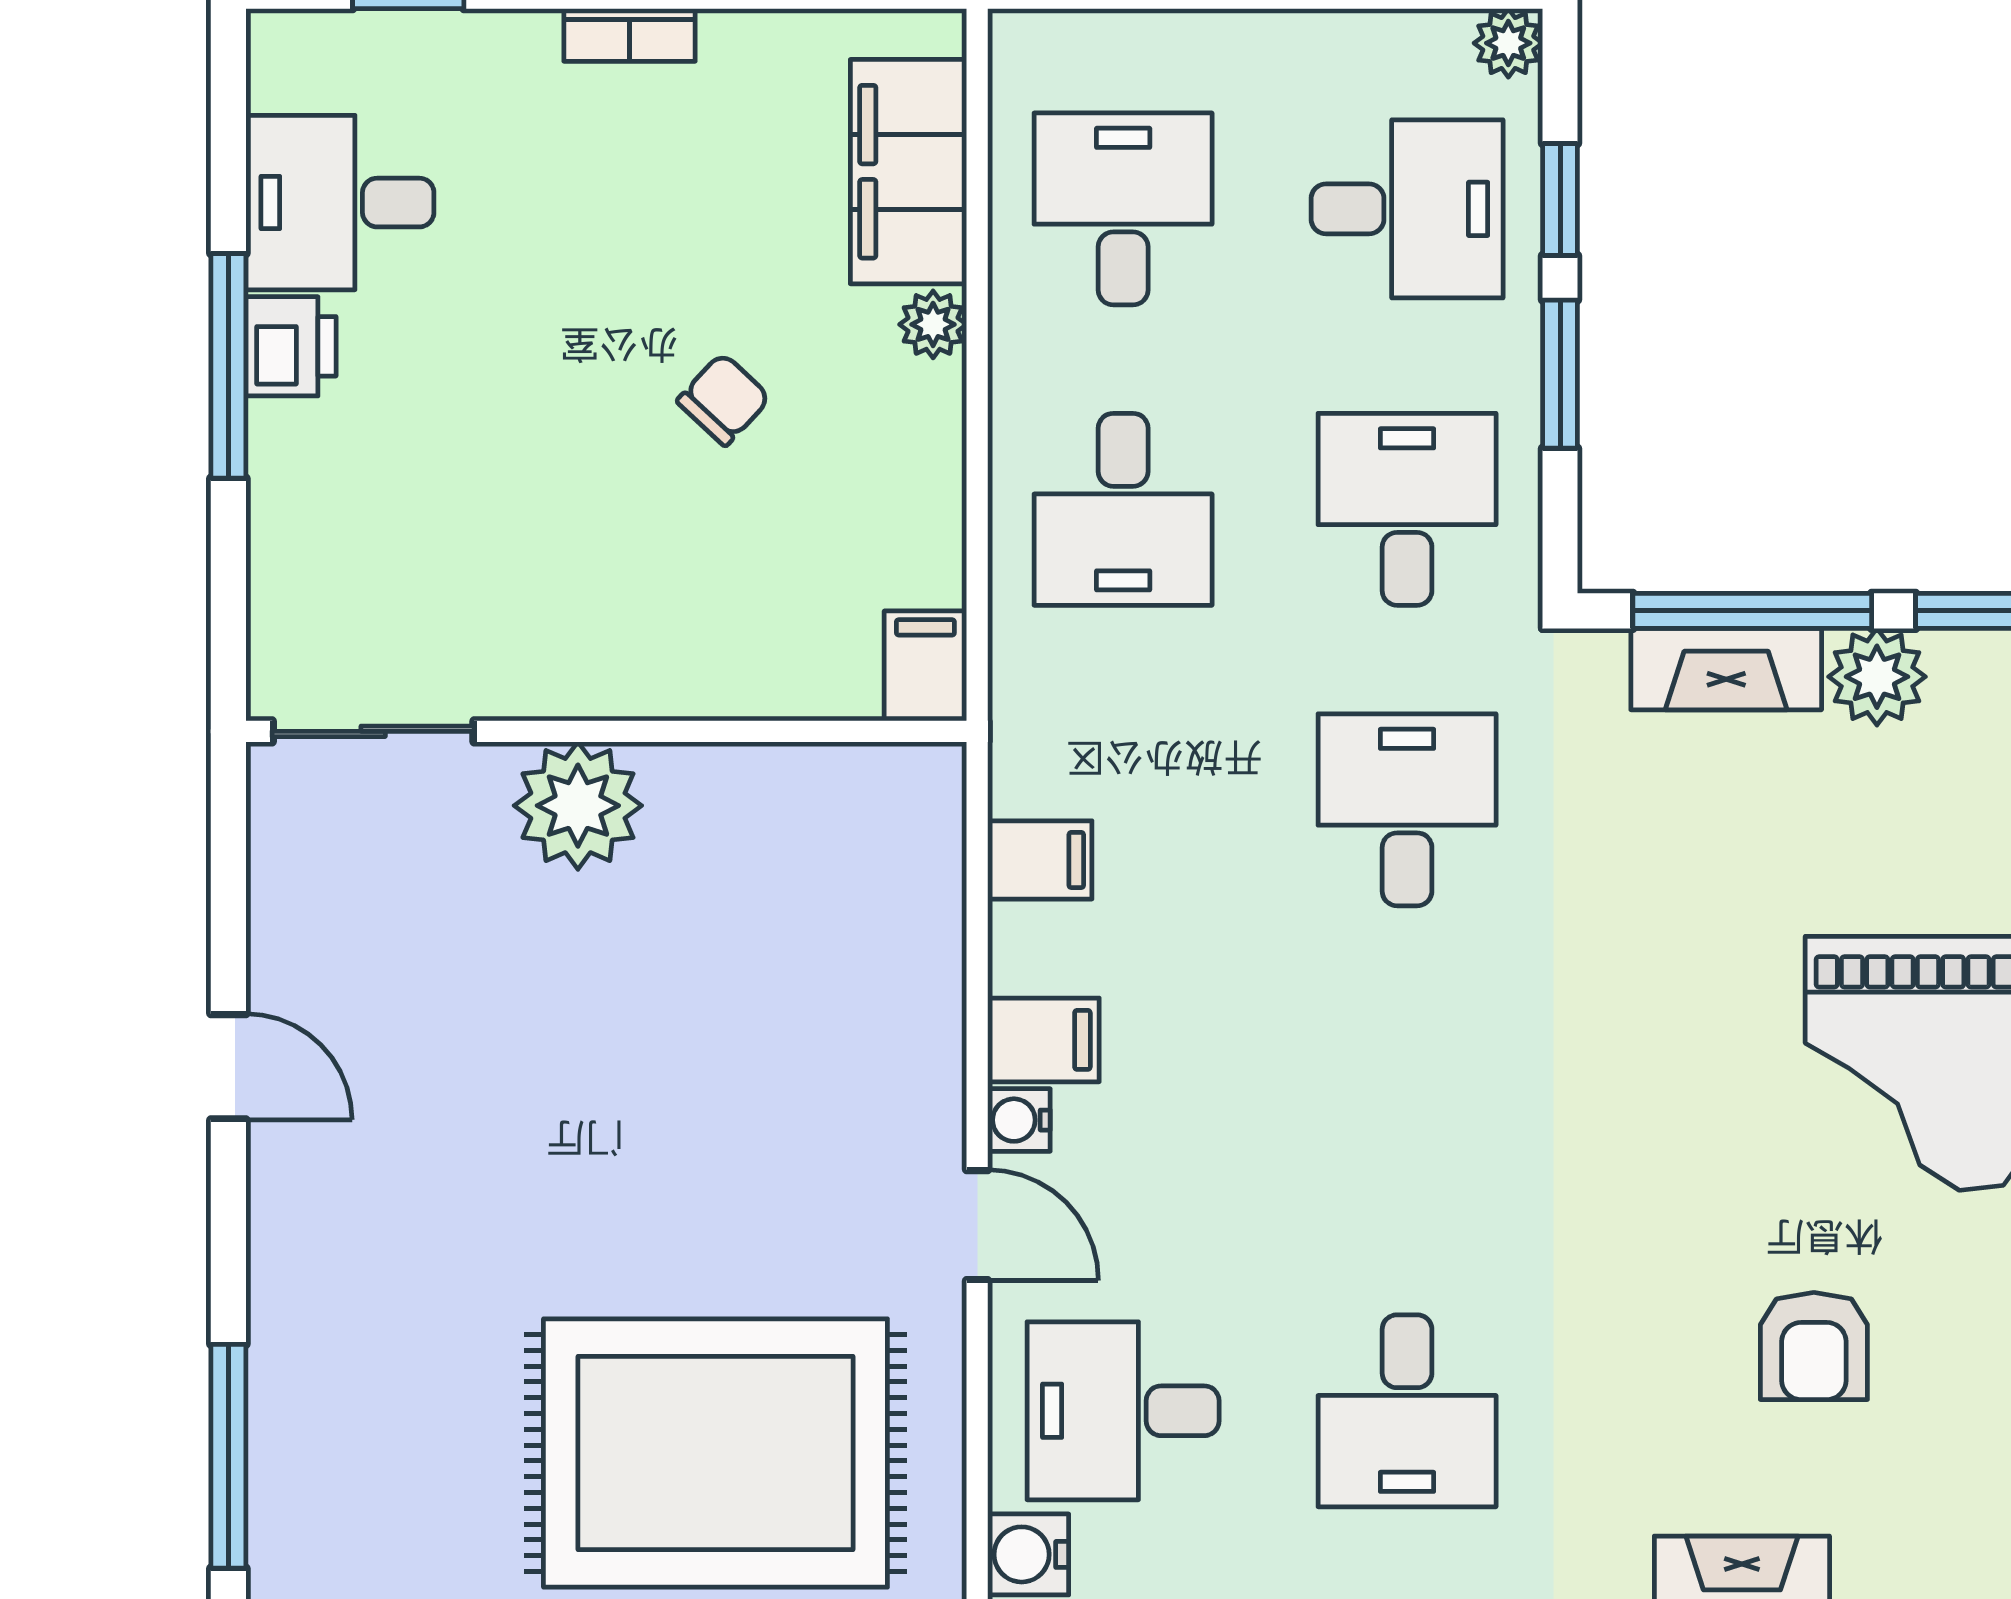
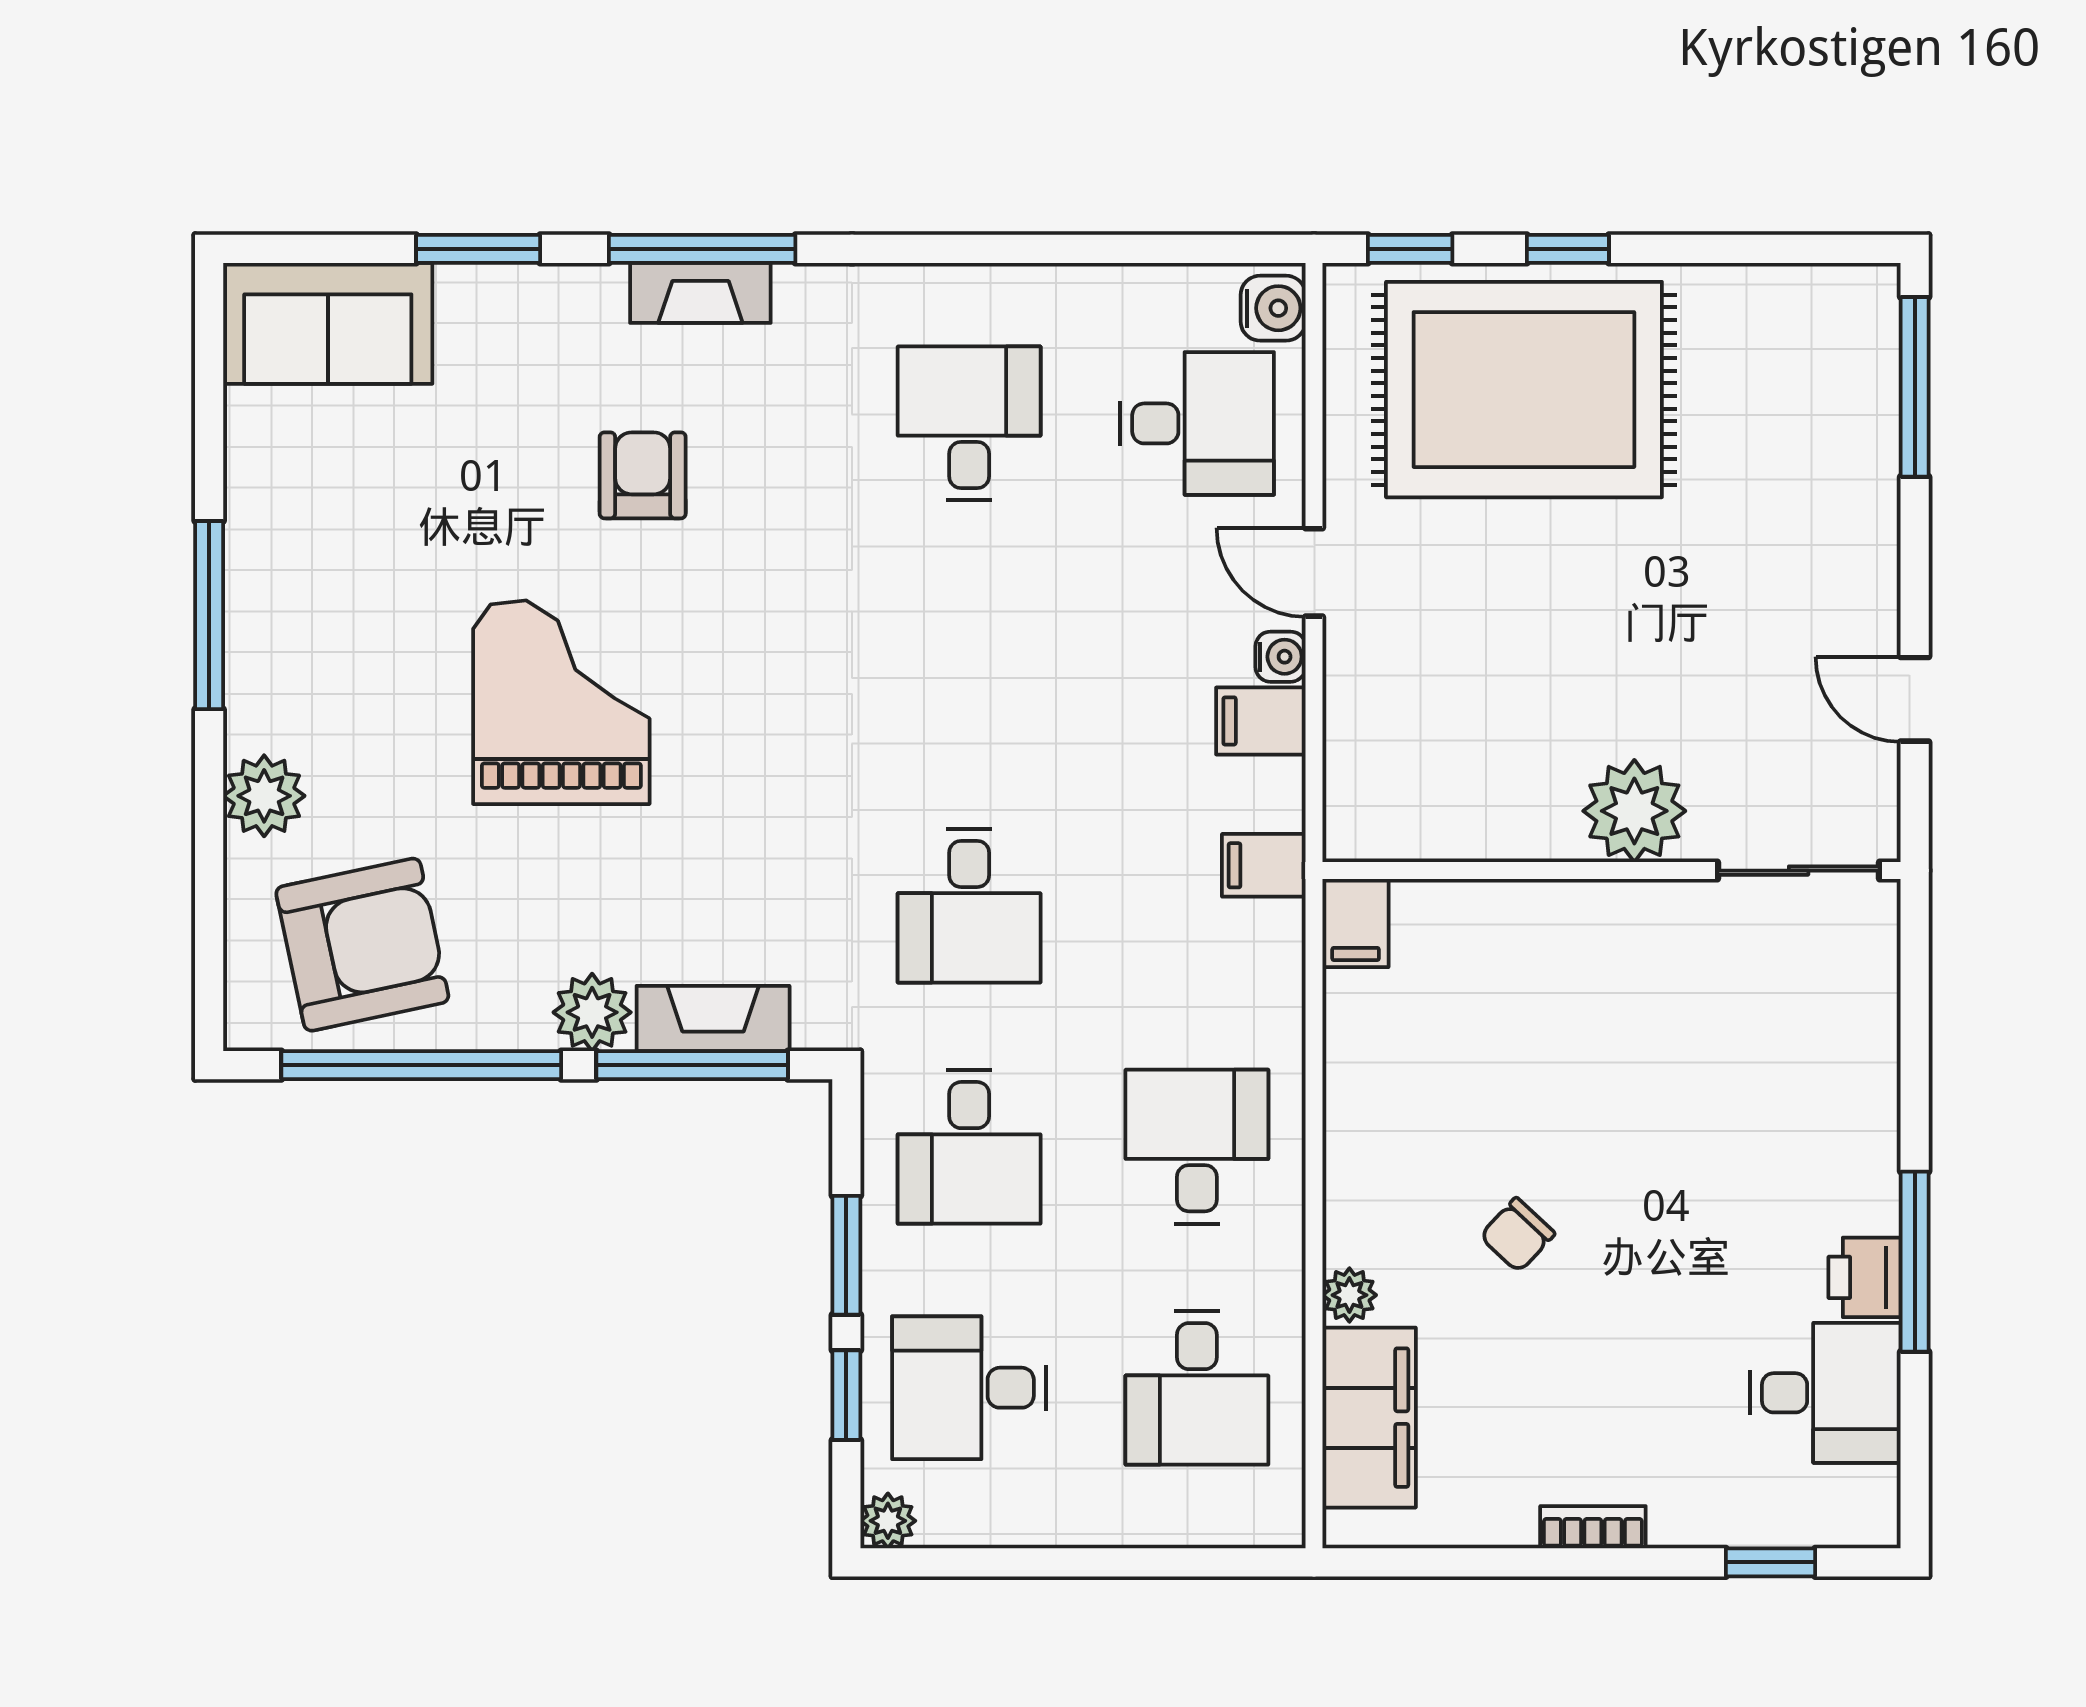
filing cabinet: (925, 666) -> (1356, 923), moved
sliding door: (373, 731) -> (1799, 871), moved
wall: (606, 731) -> (1612, 871), moved
plant: (578, 806) -> (1634, 811), moved

